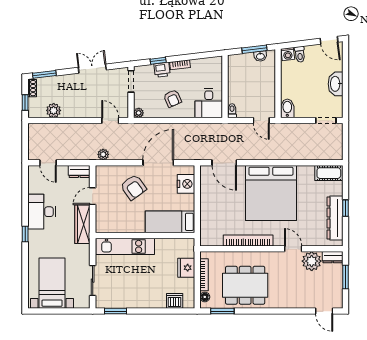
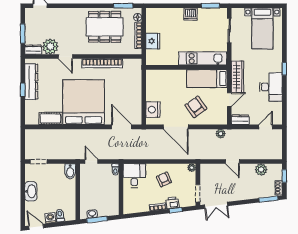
washing machine: (288, 54) -> (50, 218), moved
double door: (92, 69) -> (216, 205), moved
door: (110, 120) -> (232, 161), moved
door: (48, 163) -> (266, 127), hinge flipped
door: (158, 163) -> (176, 127), hinge flipped
cot: (329, 173) -> (51, 118), moved
bed: (170, 222) -> (207, 79), moved, turned 180
dishwasher: (175, 301) -> (191, 14), moved

